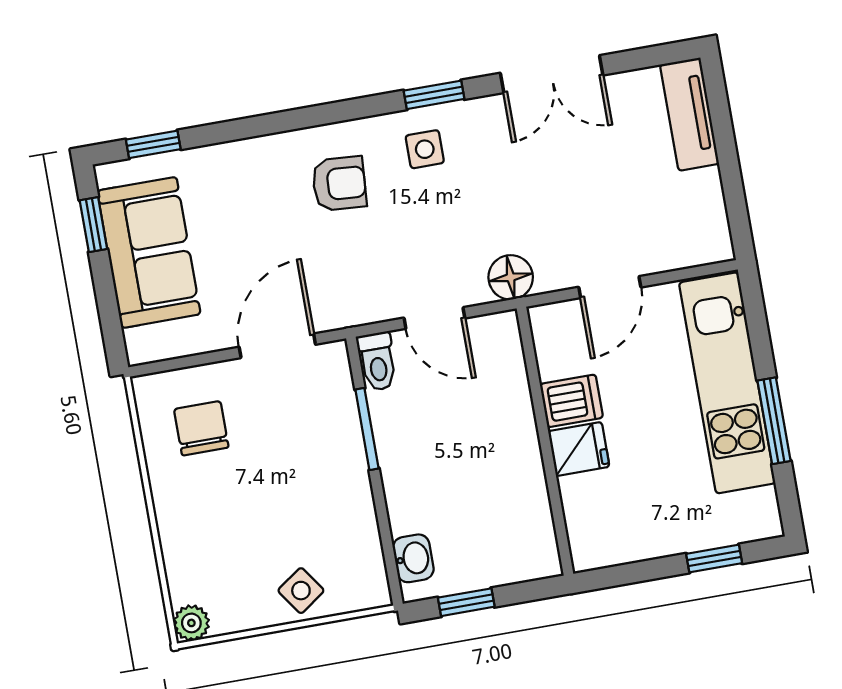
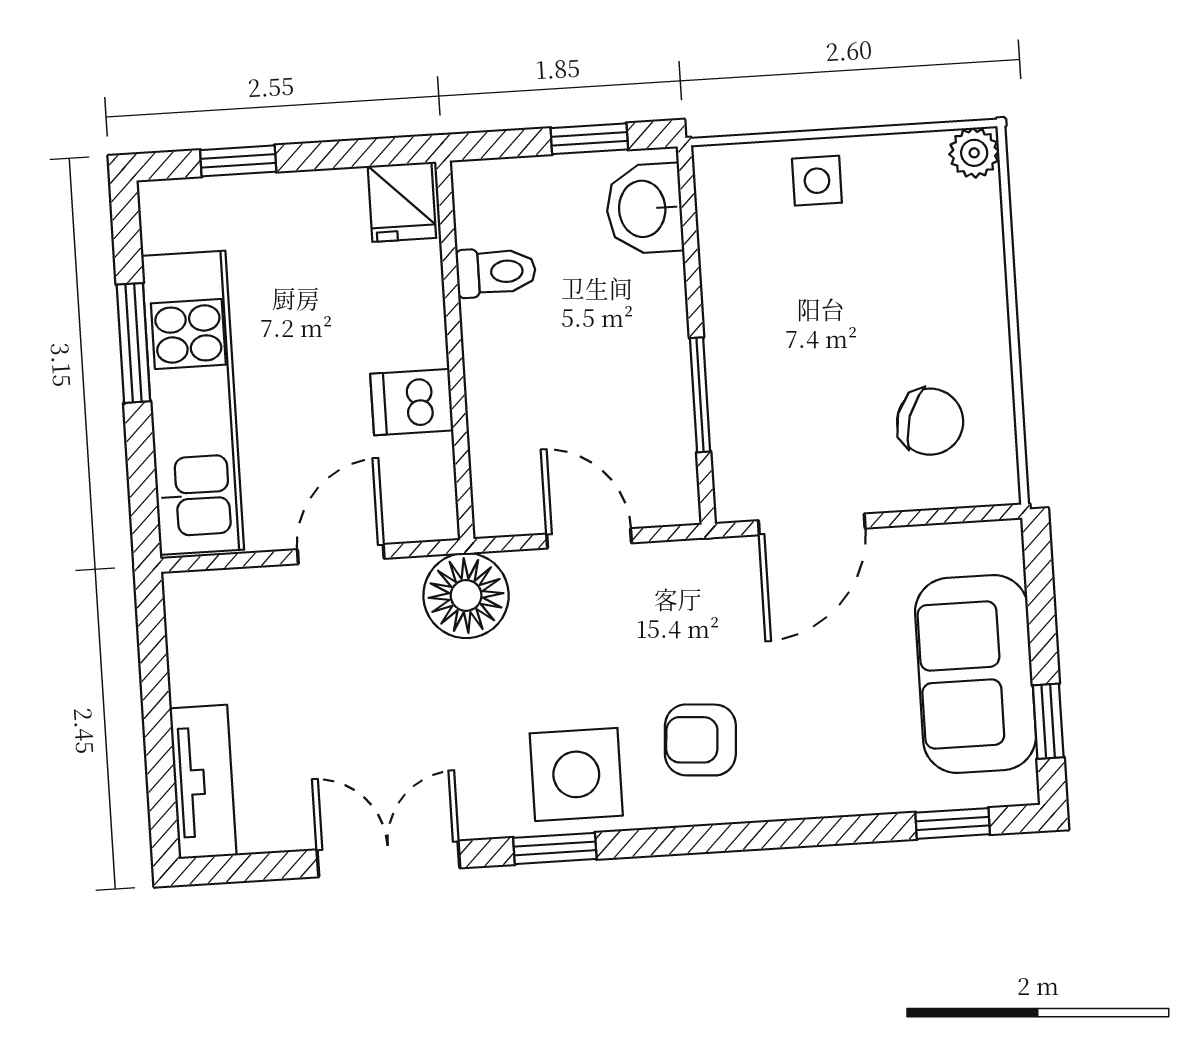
side table: (425, 149) -> (576, 774), width x1.87, depth x1.87
floor lamp: (511, 277) -> (466, 595), width x1.38, depth x1.38
toilet: (377, 361) -> (496, 272), moved, turned 90
chair: (201, 428) -> (930, 422), turned -72
fridge: (579, 449) -> (402, 202), moved, turned -90
washbasin: (413, 558) -> (644, 209), width x1.38, depth x1.45
side table: (301, 591) -> (817, 181), turned 35

